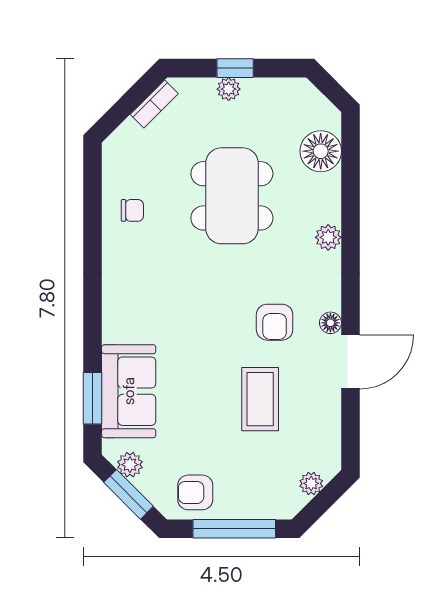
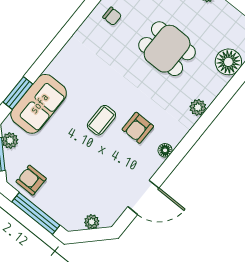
dining table: (232, 196) -> (167, 49), width x0.73
door: (350, 362) -> (143, 197), moved
coffee table: (260, 399) -> (101, 120), moved, width x0.73, depth x0.77

